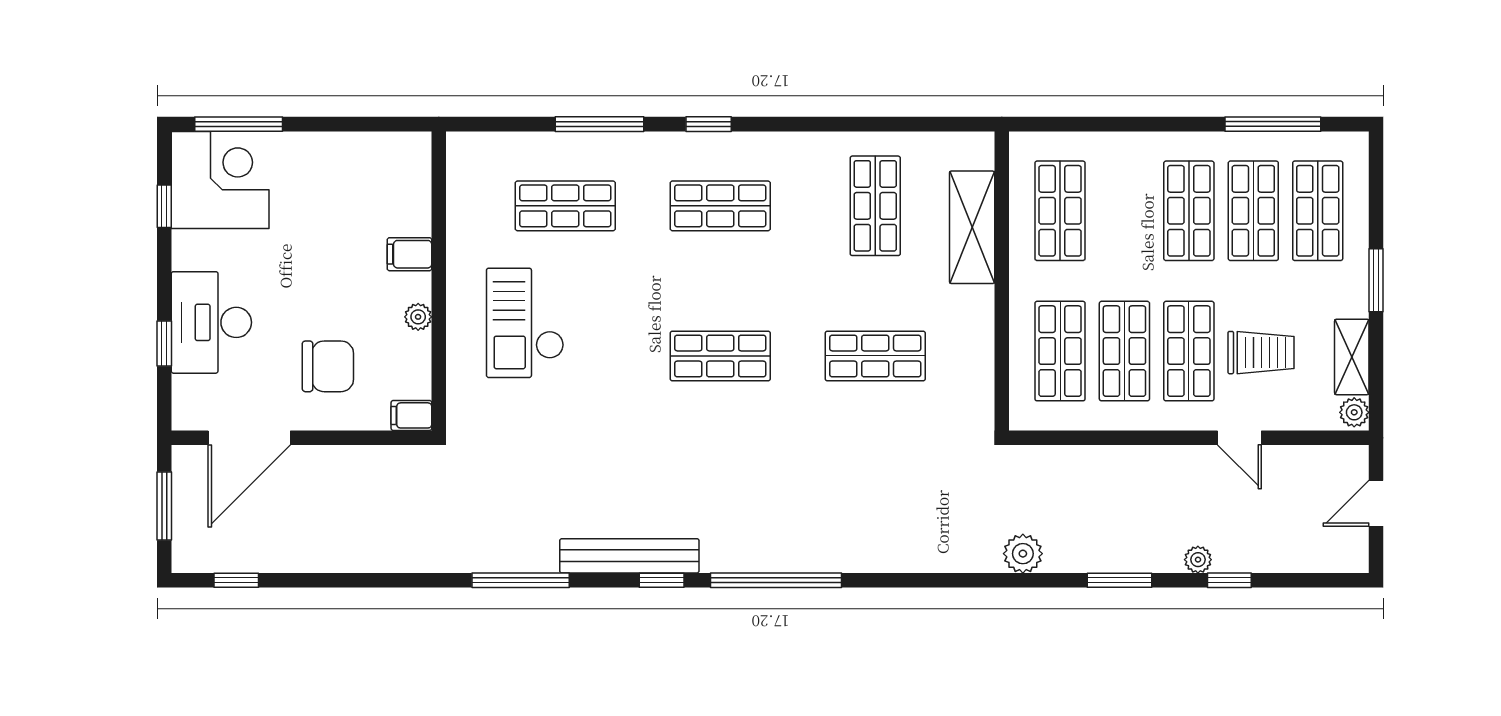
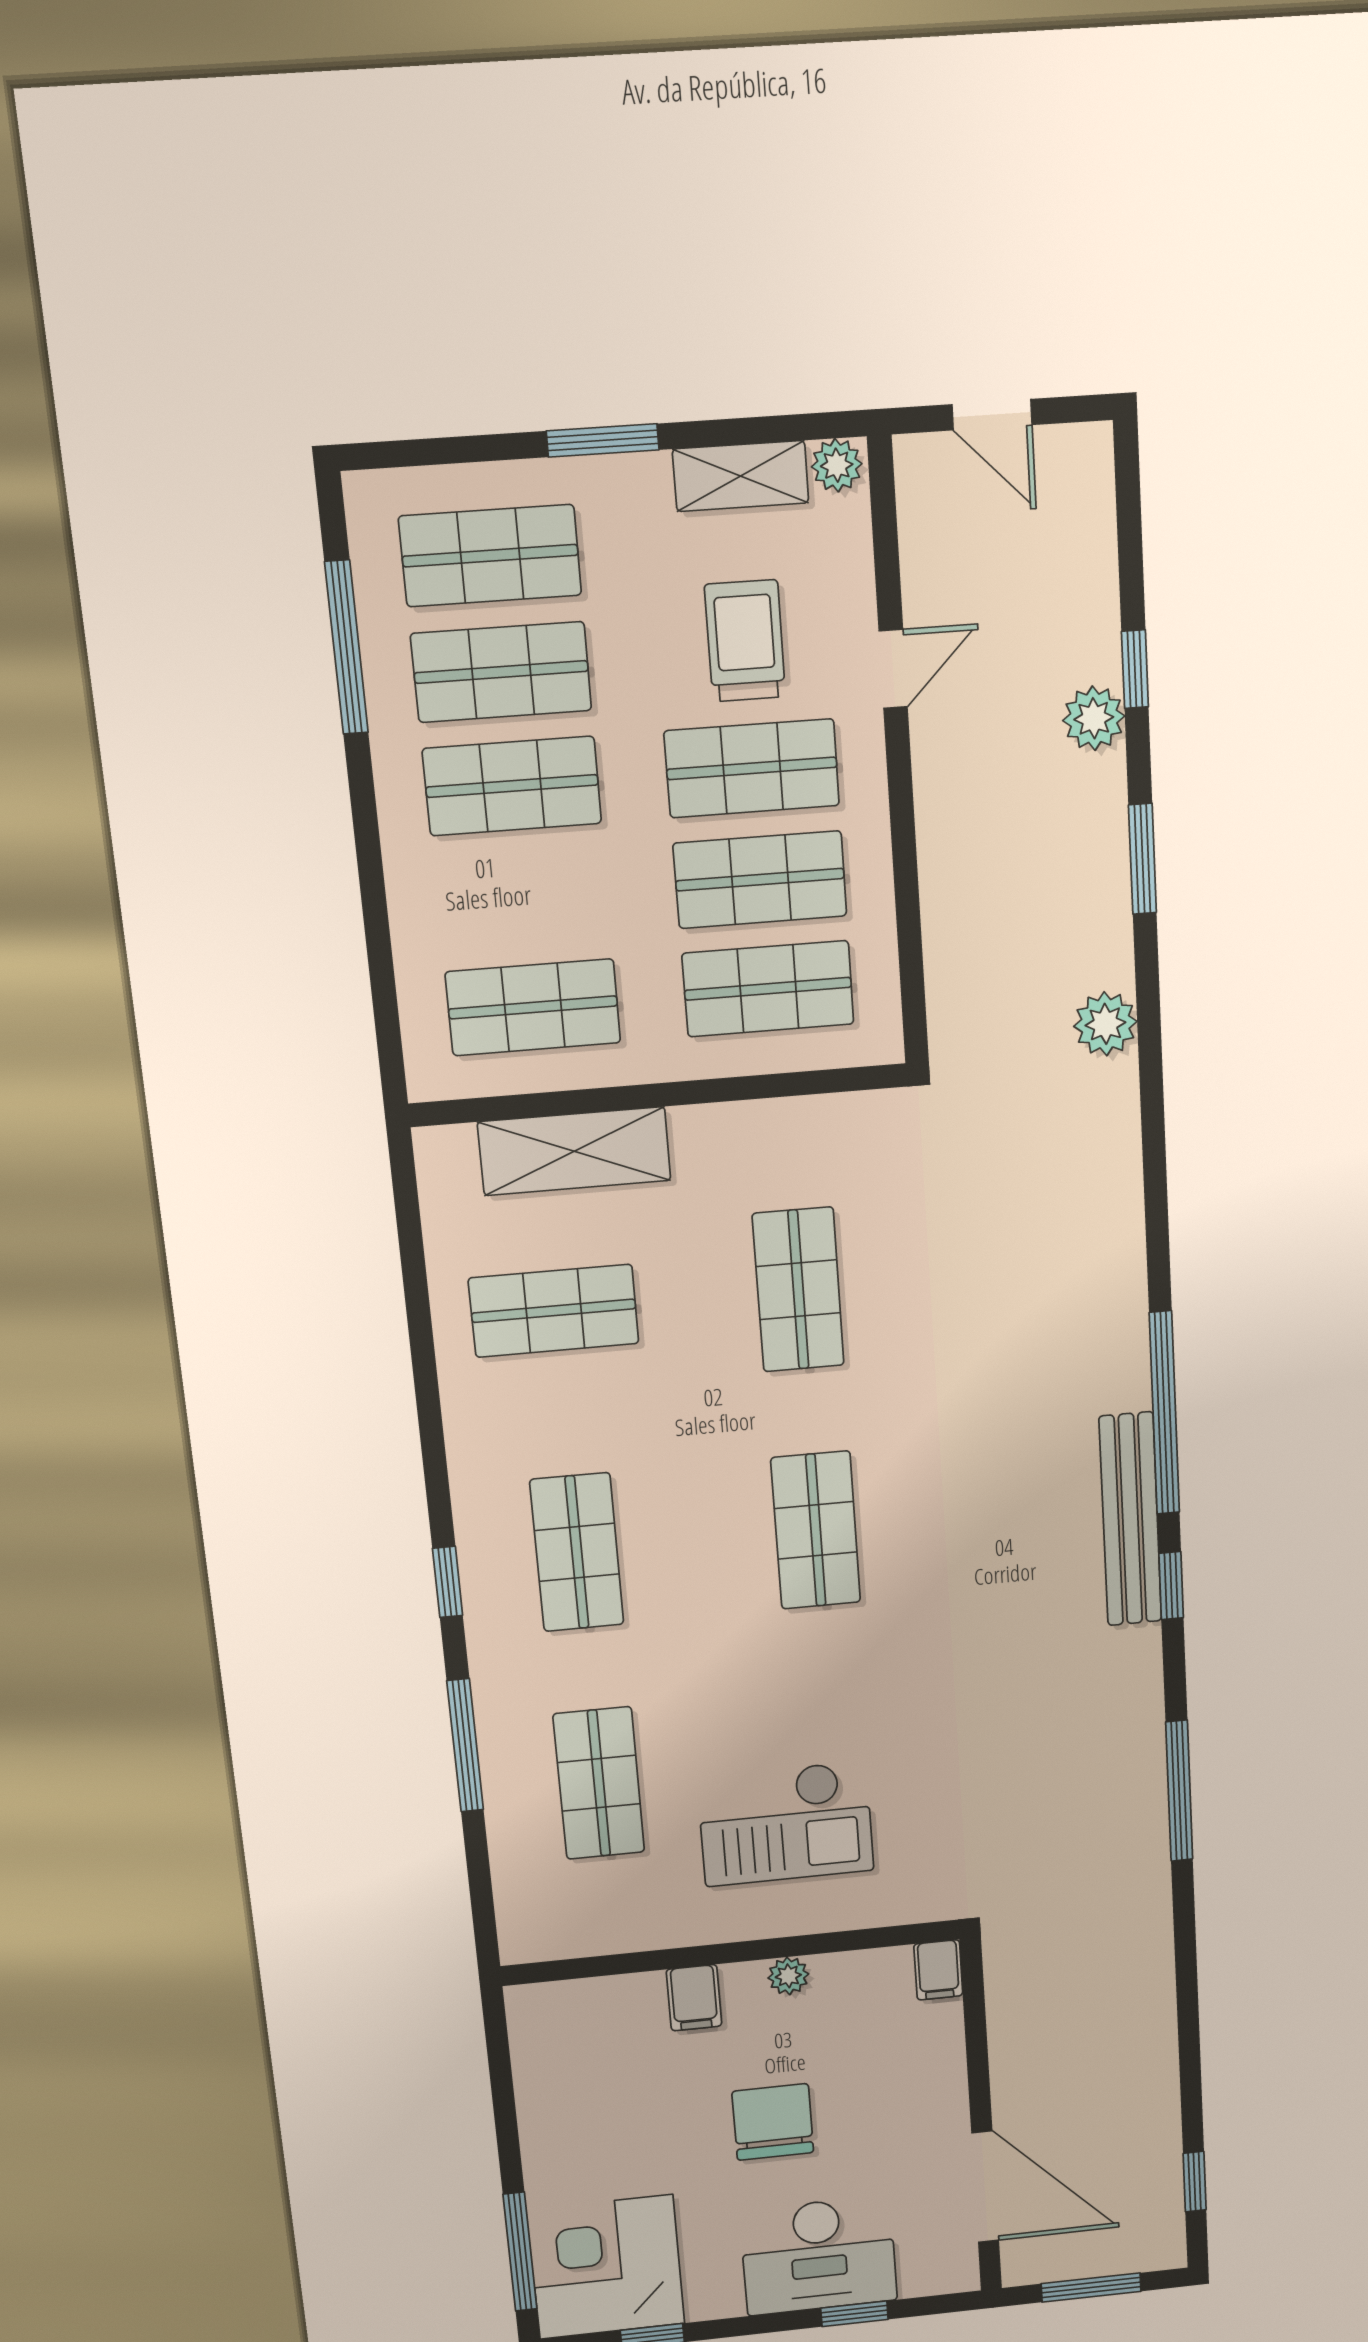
chair: (328, 366) -> (773, 2122), moved
bench: (629, 556) -> (1130, 1519), moved
plant: (1198, 560) -> (1094, 718), width x1.38, depth x1.38

